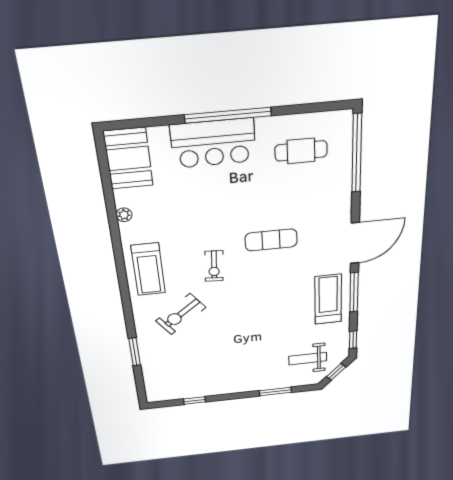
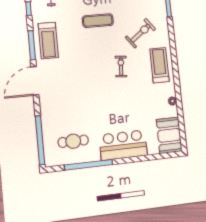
window: (228, 115) -> (89, 165), moved
exercise mat: (271, 240) -> (98, 21), moved

